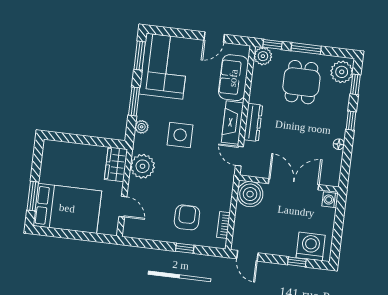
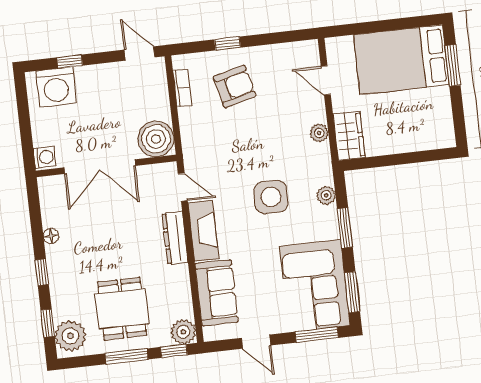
window: (171, 32) -> (317, 335), added
door: (214, 37) -> (256, 342), swing flipped
plant: (143, 166) -> (319, 133), width x0.53, depth x0.53
armchair: (187, 217) -> (235, 86), turned -104

